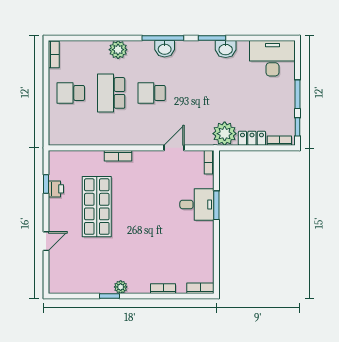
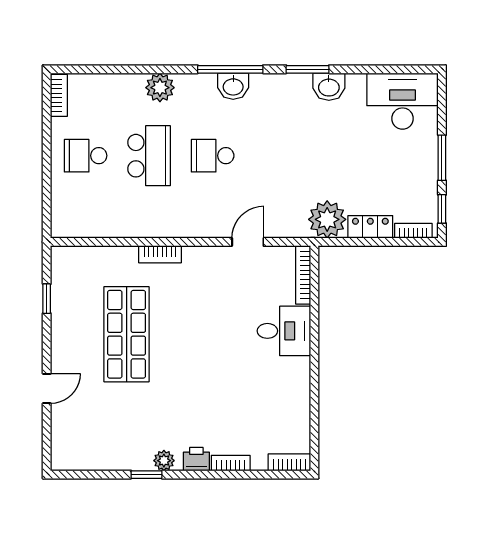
school desk: (111, 93) -> (149, 156), turned 180
bookcase: (209, 162) -> (303, 275), width x1.56
printer: (56, 189) -> (196, 459), moved, turned -90
window: (216, 205) -> (314, 332), removed

